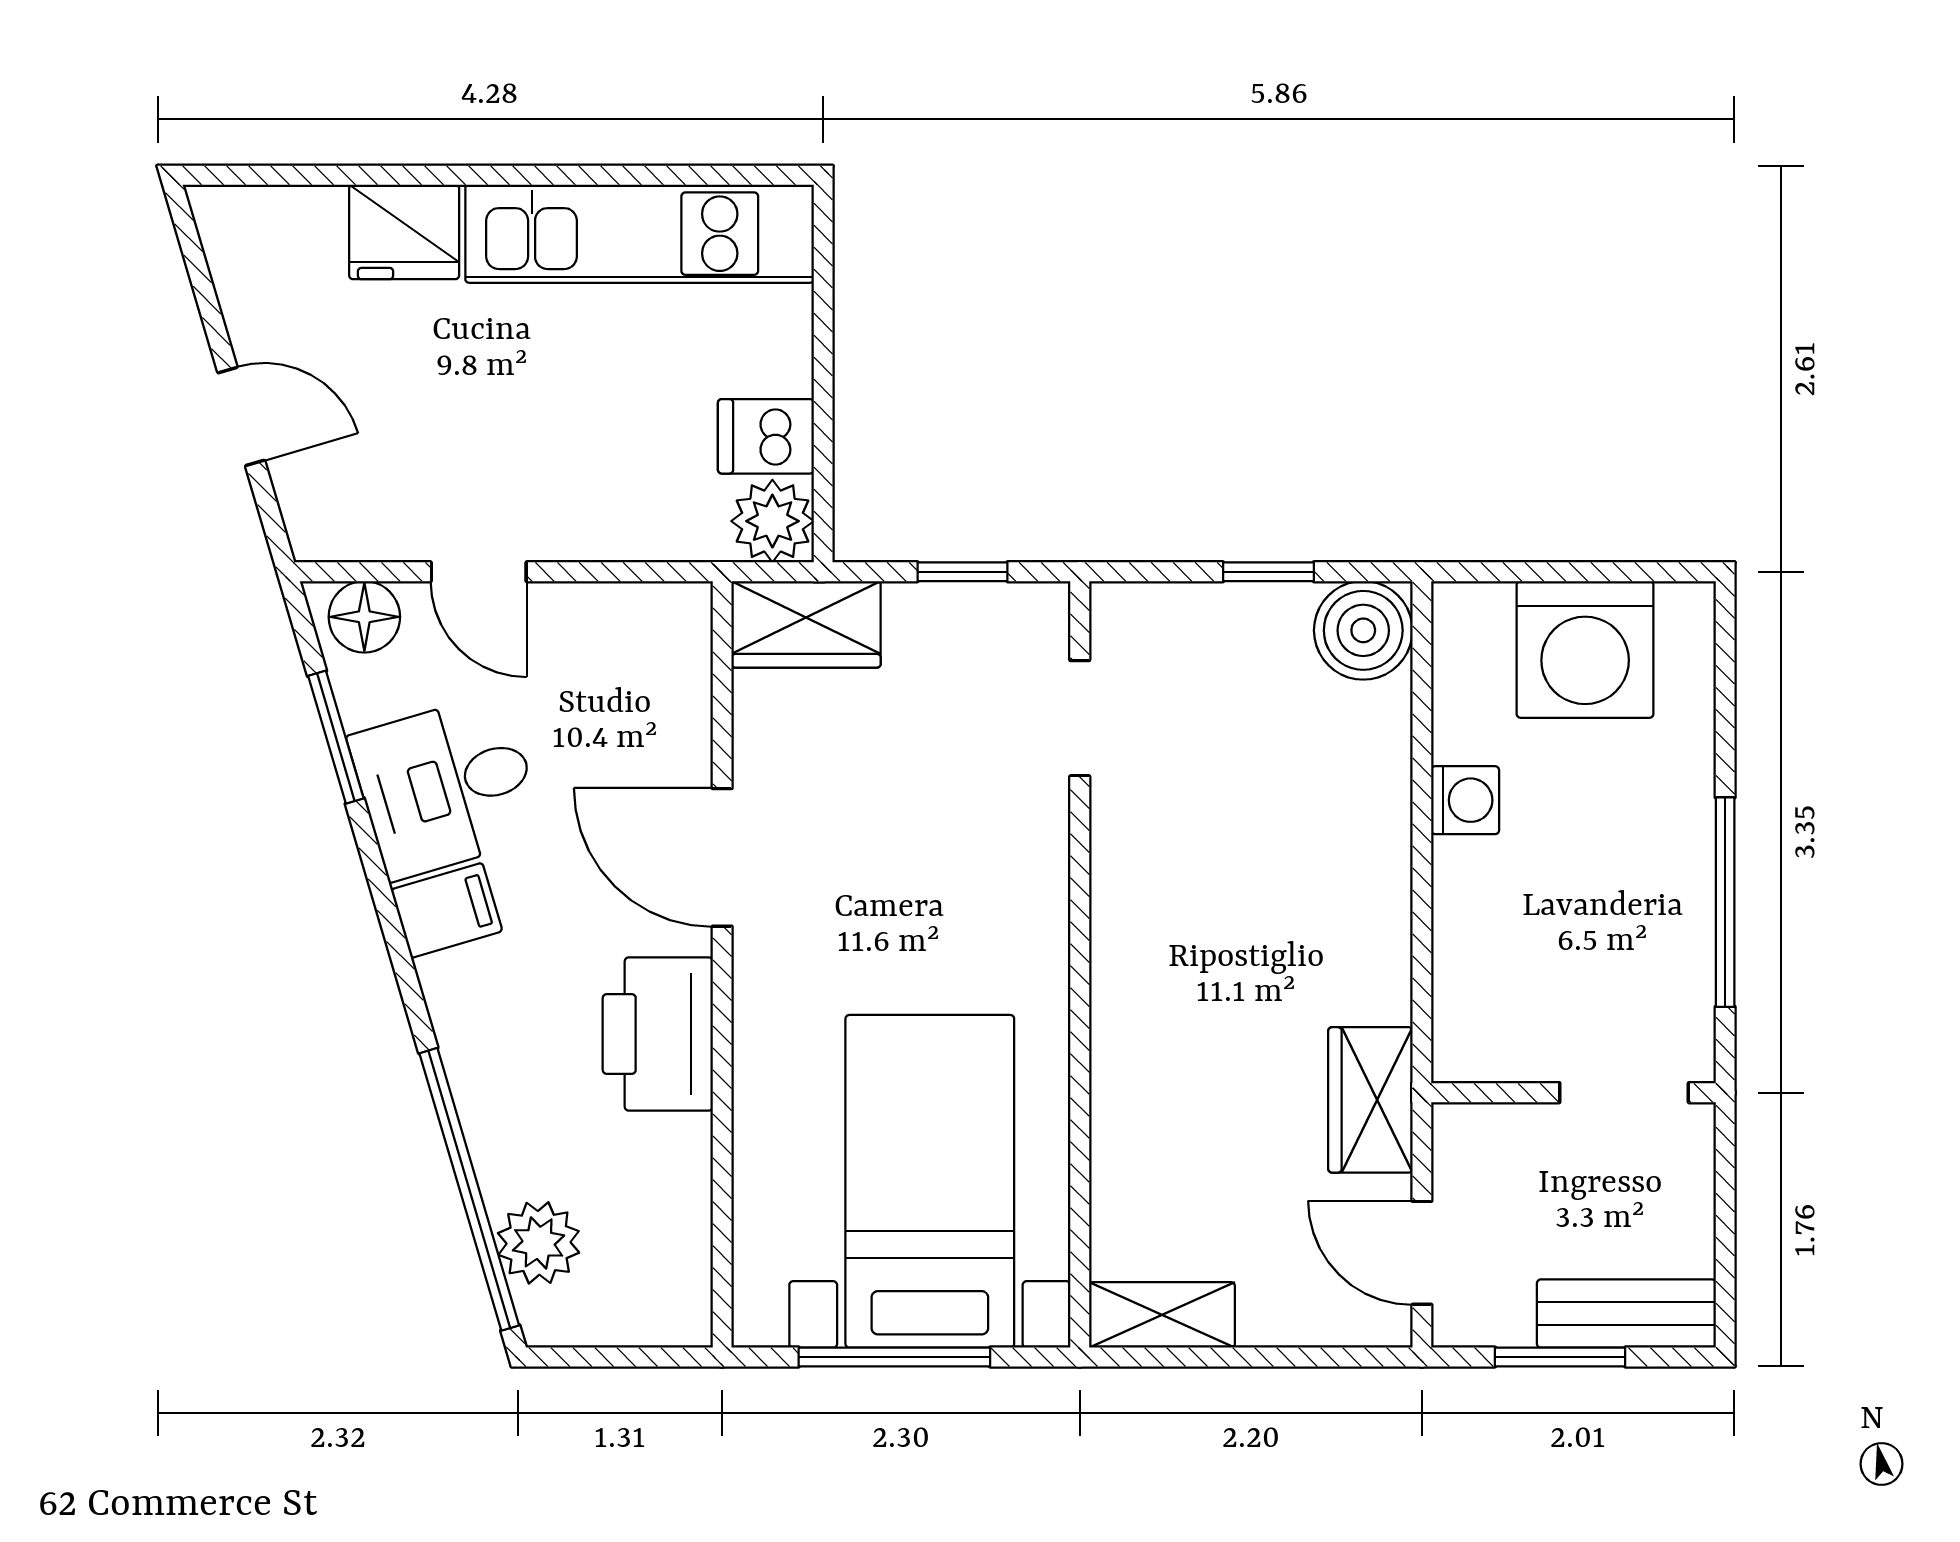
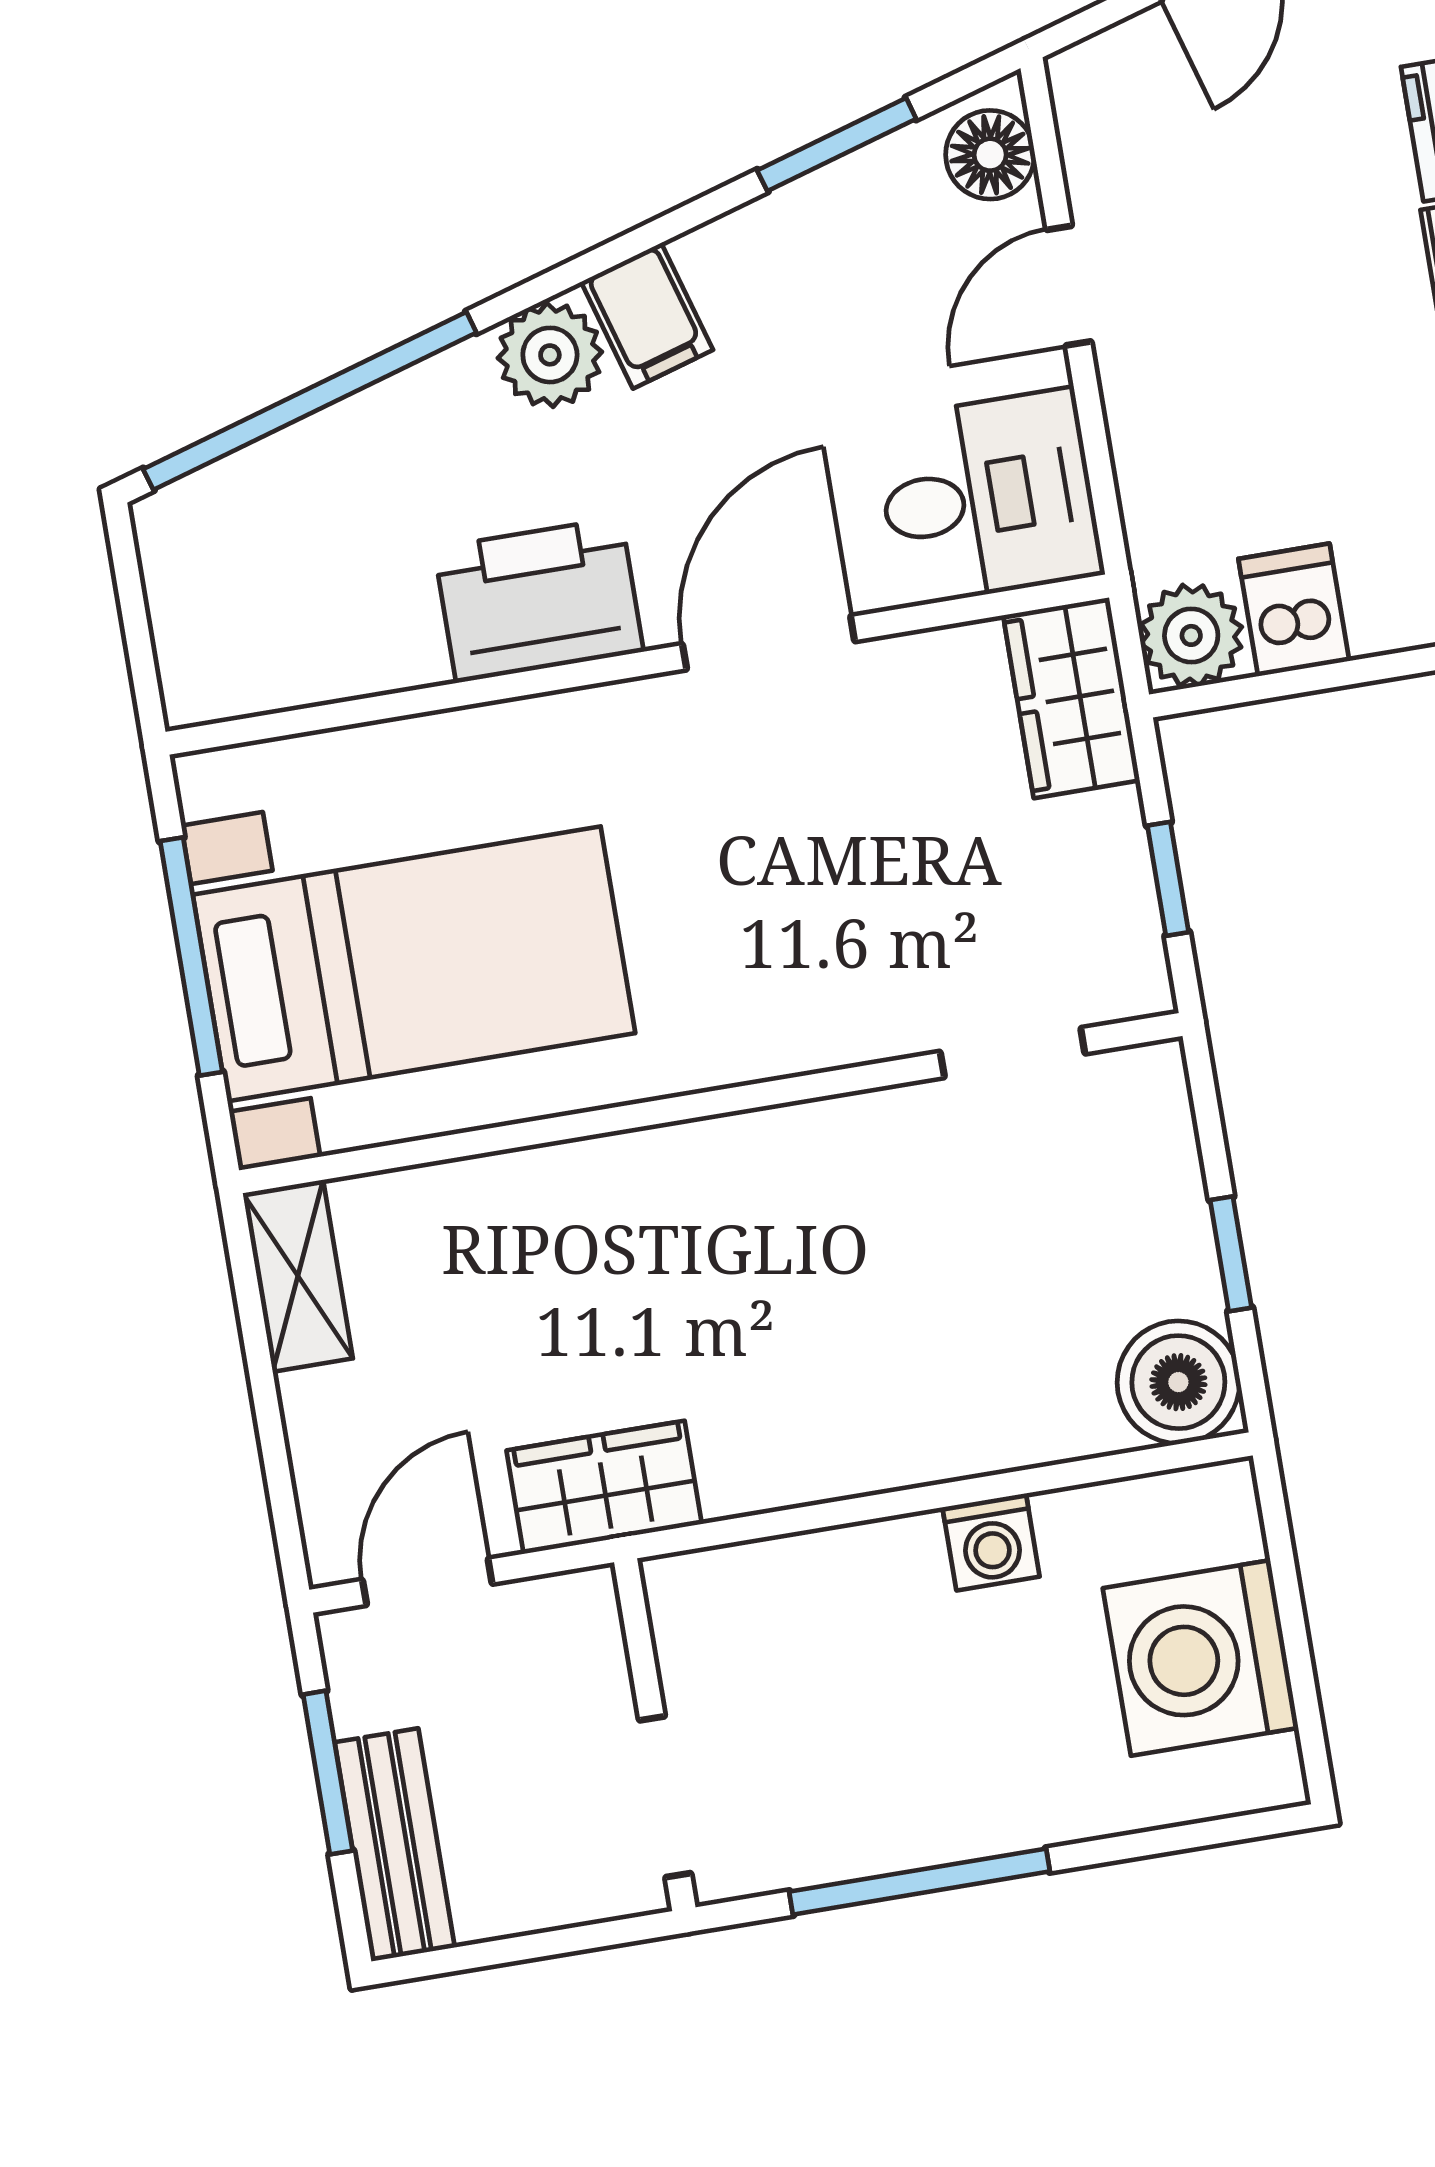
desk: (447, 786) -> (988, 497), moved, turned 106
plant: (539, 1243) -> (550, 355), moved

